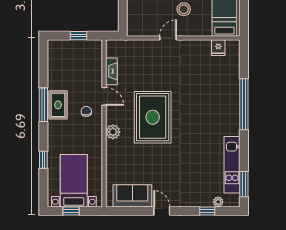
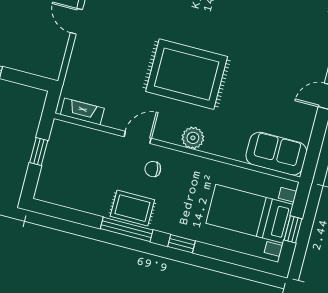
fireplace: (111, 71) -> (82, 112), moved
window: (43, 160) -> (182, 244), moved
sofa: (132, 196) -> (276, 154), moved, turned 90

